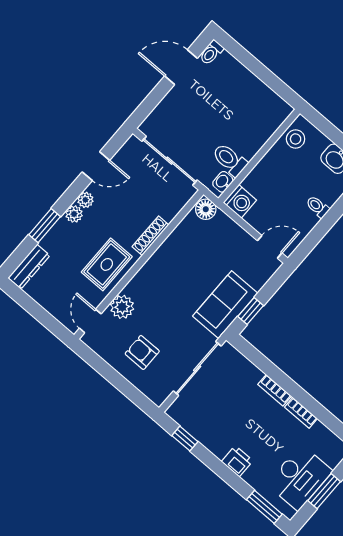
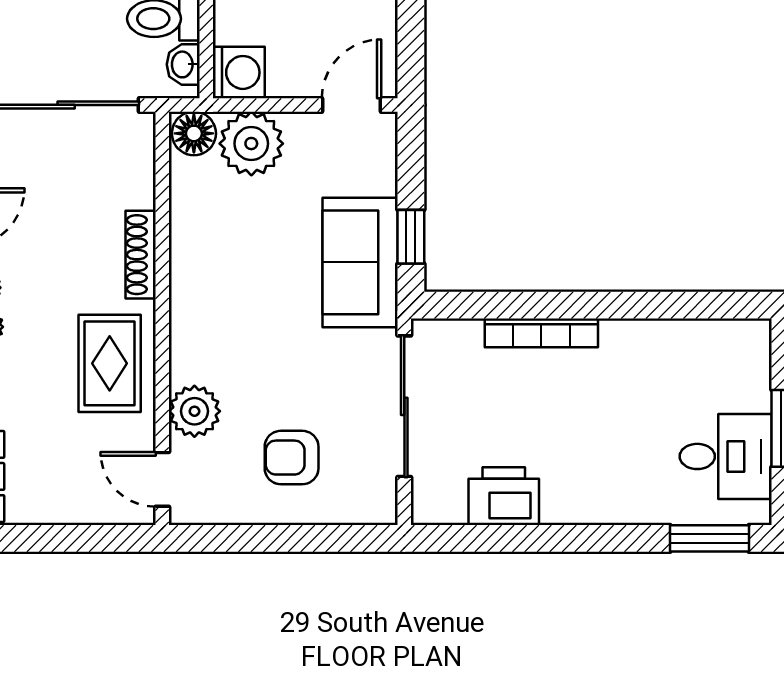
plant: (223, 230) -> (251, 144), added
bookcase: (275, 390) -> (541, 333), width x1.56
bookcase: (301, 413) -> (637, 333), removed
window: (185, 439) -> (483, 538), removed
printer: (237, 461) -> (504, 496), moved, width x1.36, depth x1.24
desk: (300, 478) -> (726, 456), width x0.73

